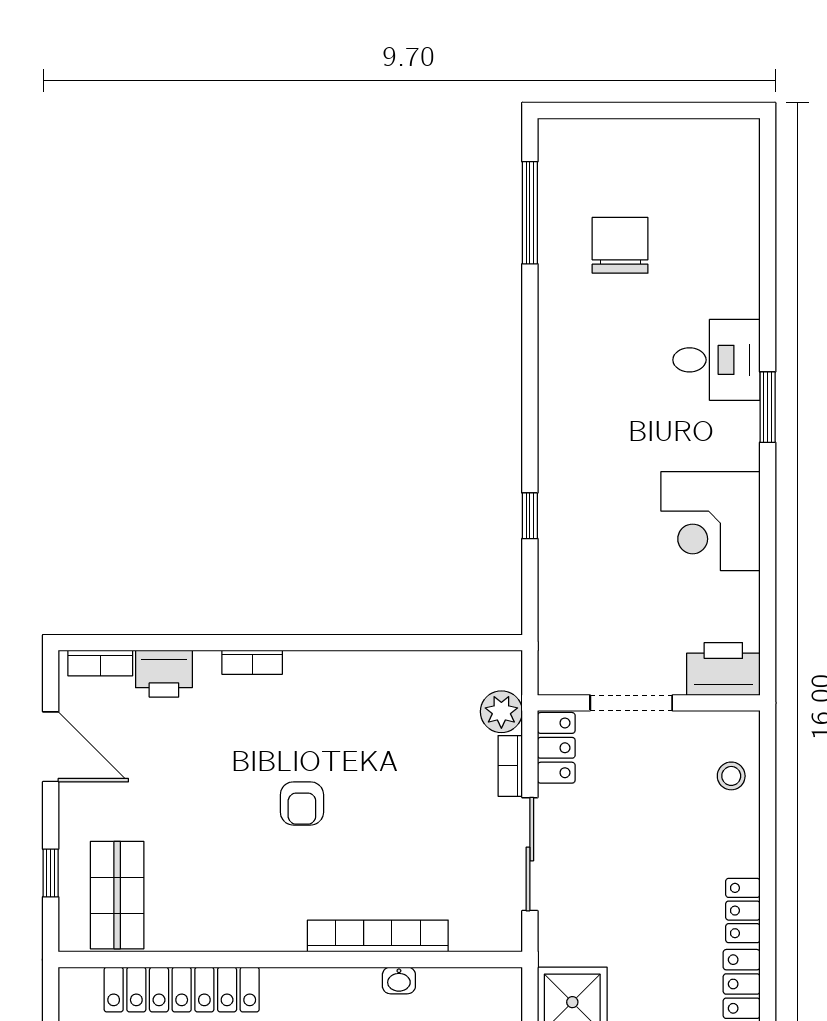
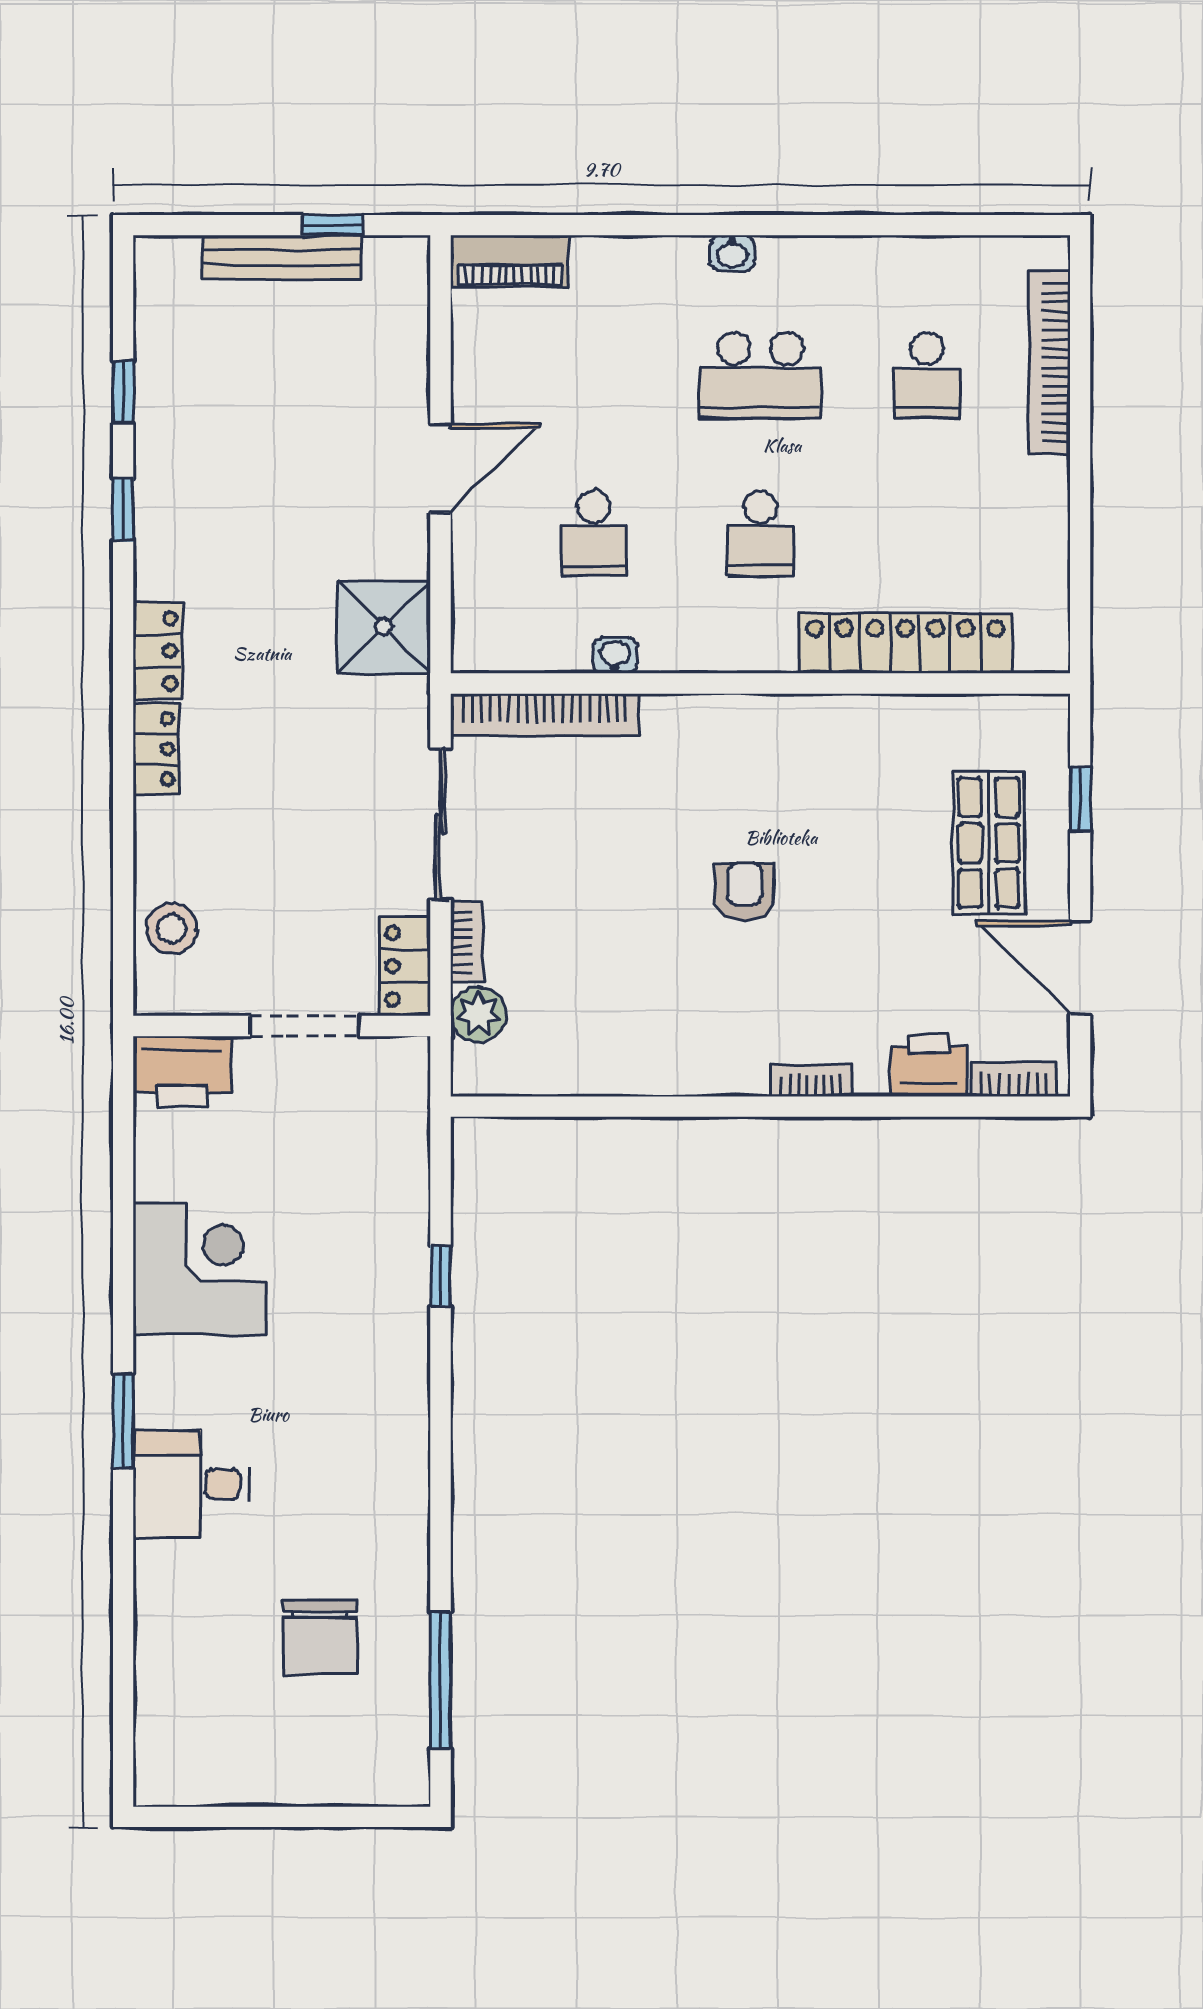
stool: (731, 776) -> (172, 929), width x1.37, depth x1.37
shop shelf: (117, 895) -> (989, 843), moved
bookcase: (378, 936) -> (544, 715), moved

